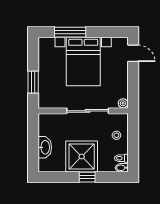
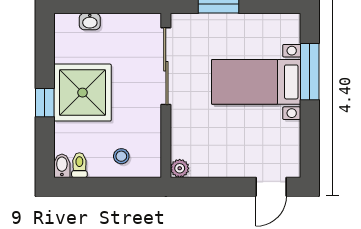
bed with nightstands: (83, 62) -> (256, 82), width x0.73
sliding door: (88, 111) -> (166, 66), moved
washbasin: (45, 147) -> (90, 21), width x0.52, depth x0.69

